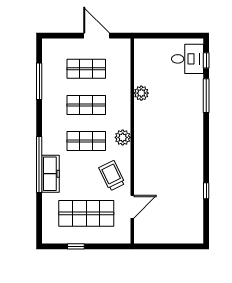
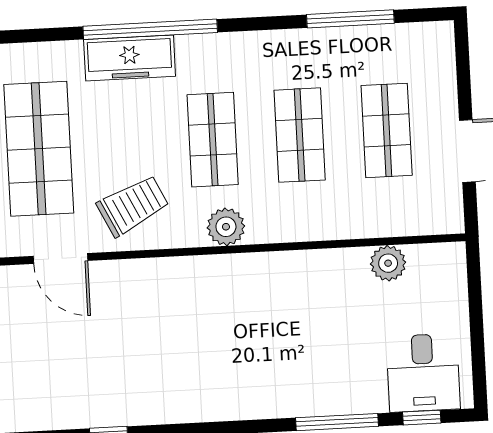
plant: (141, 93) -> (388, 263), moved

